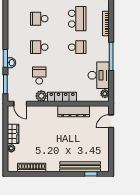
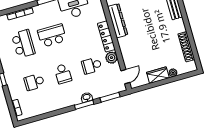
school desk: (39, 19) -> (34, 82), turned 90
school desk: (77, 19) -> (23, 44), turned 90
school desk: (77, 47) -> (52, 36), width x1.85

